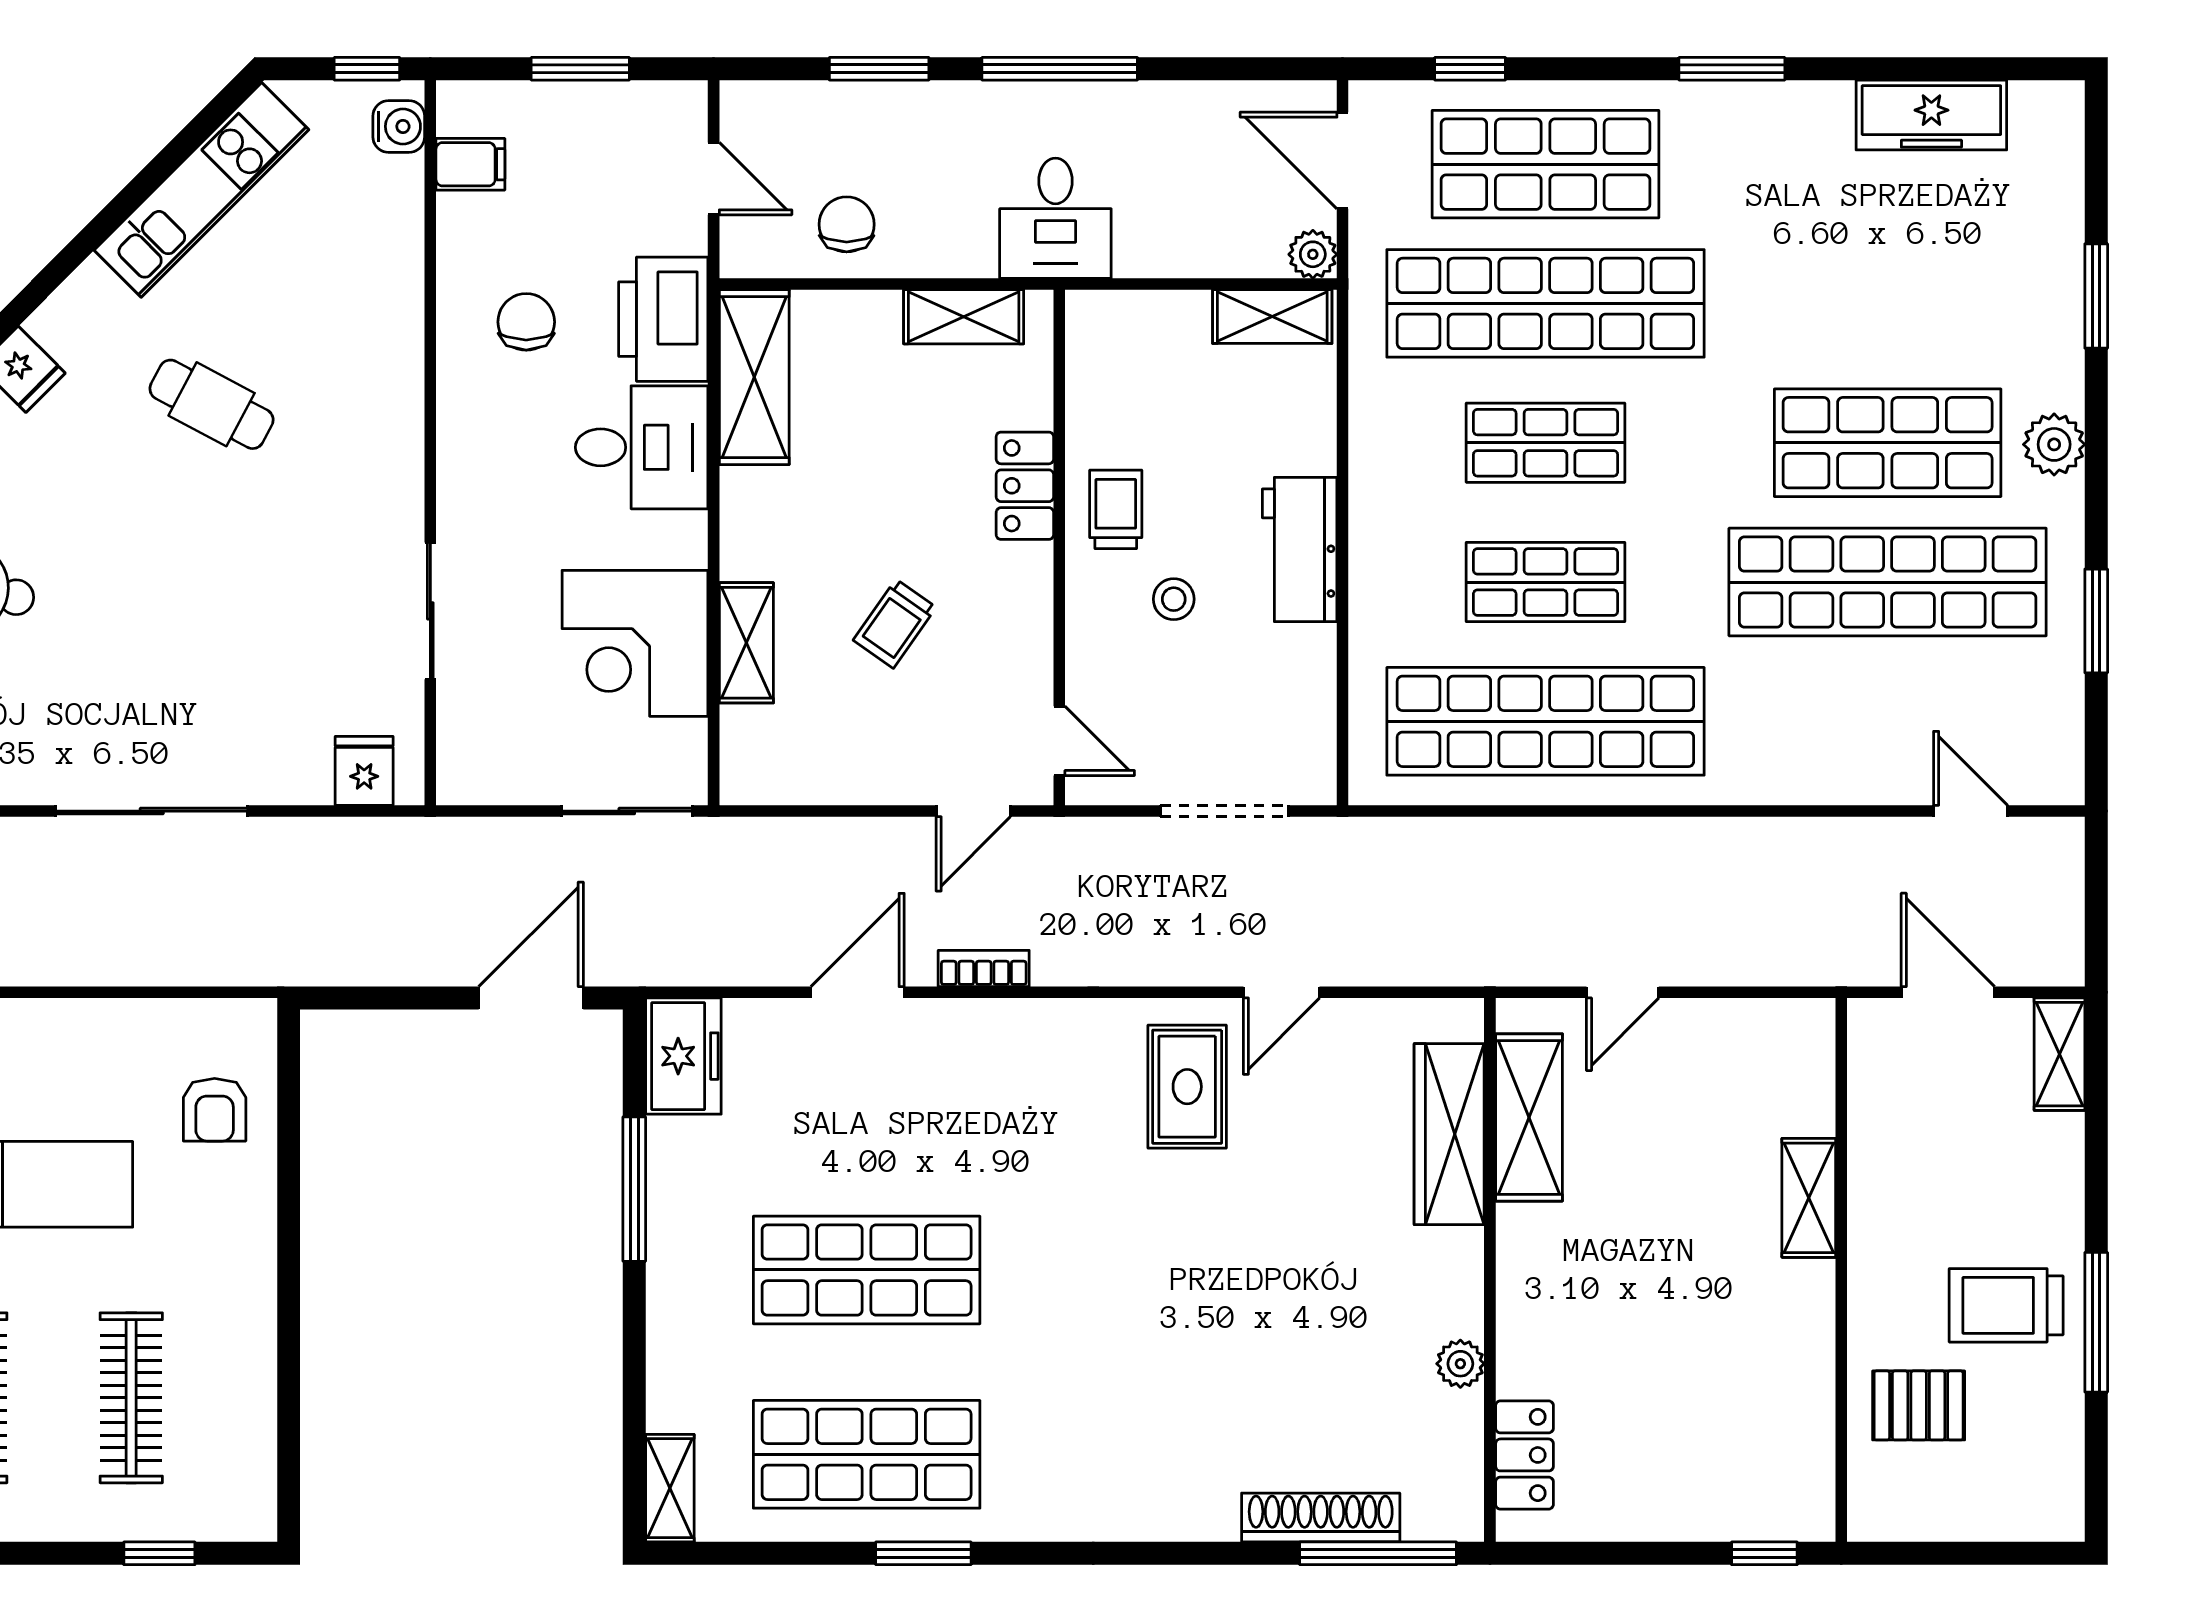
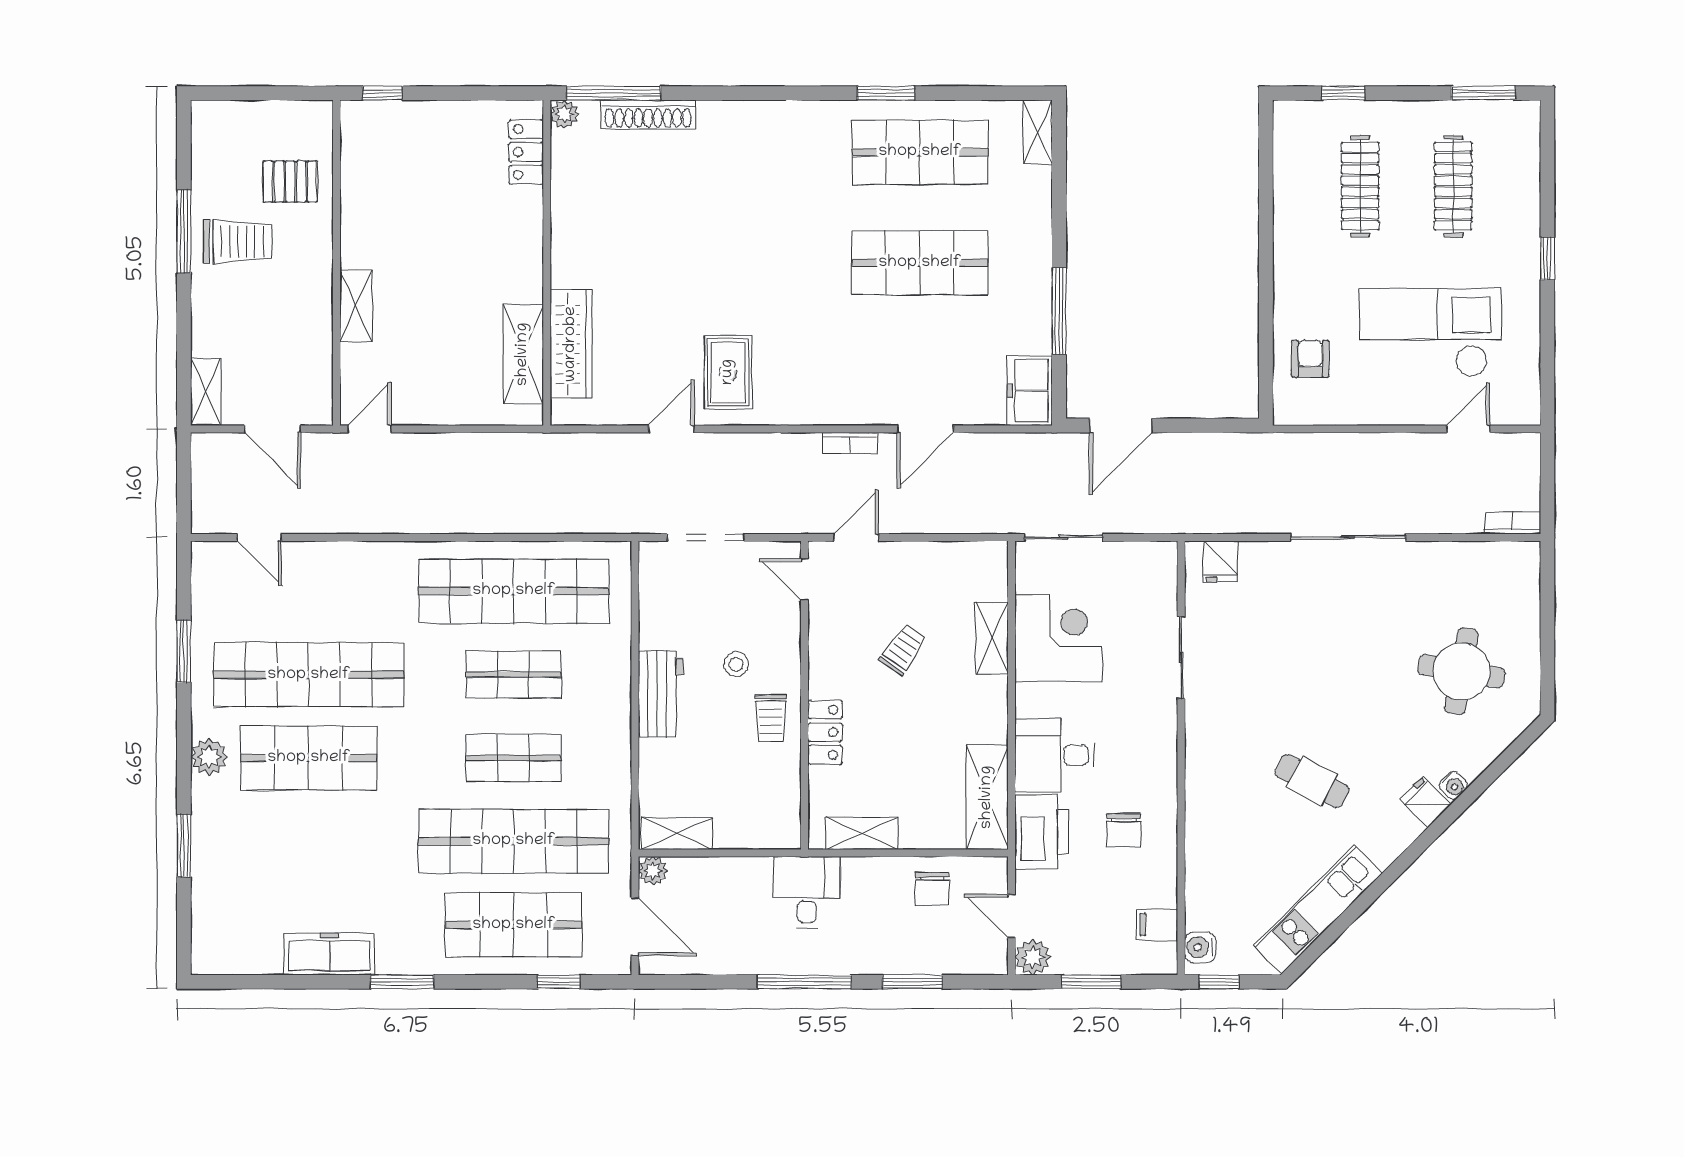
plant: (678, 110) -> (1033, 957), added
freezer: (1931, 115) -> (329, 954), moved
door: (1623, 992) -> (370, 429), moved
plant: (1460, 1364) -> (564, 114), moved

